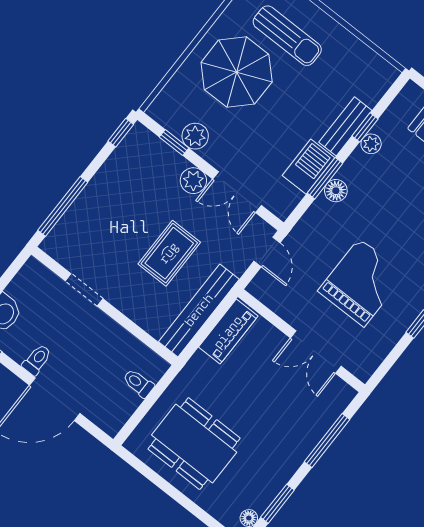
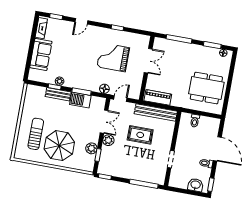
floor lamp: (336, 191) -> (104, 89), moved
dining table: (194, 444) -> (206, 88), turned 90

